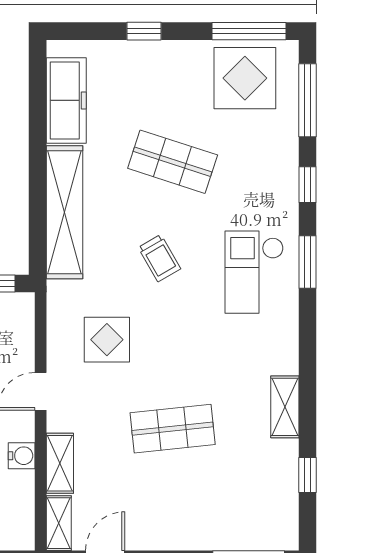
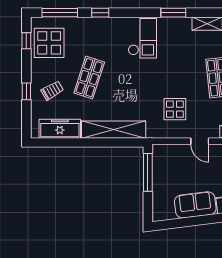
window: (249, 31) -> (26, 41), width x0.46
trolley: (159, 258) -> (52, 90), moved
window: (308, 262) -> (173, 13), moved
checkout: (254, 272) -> (142, 38), turned -90

